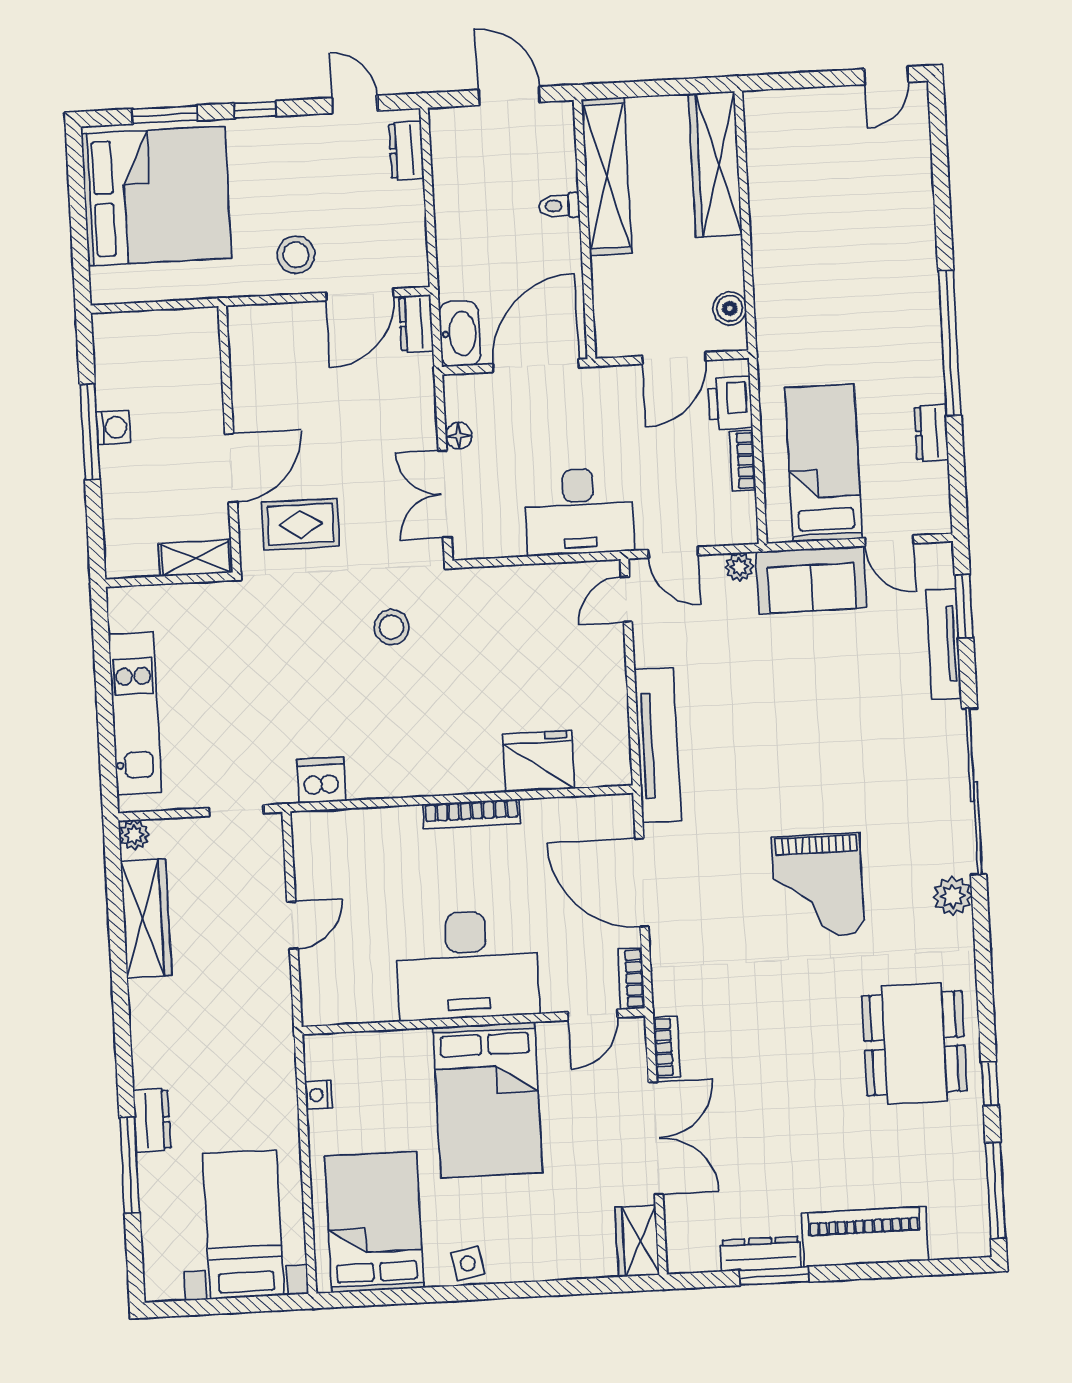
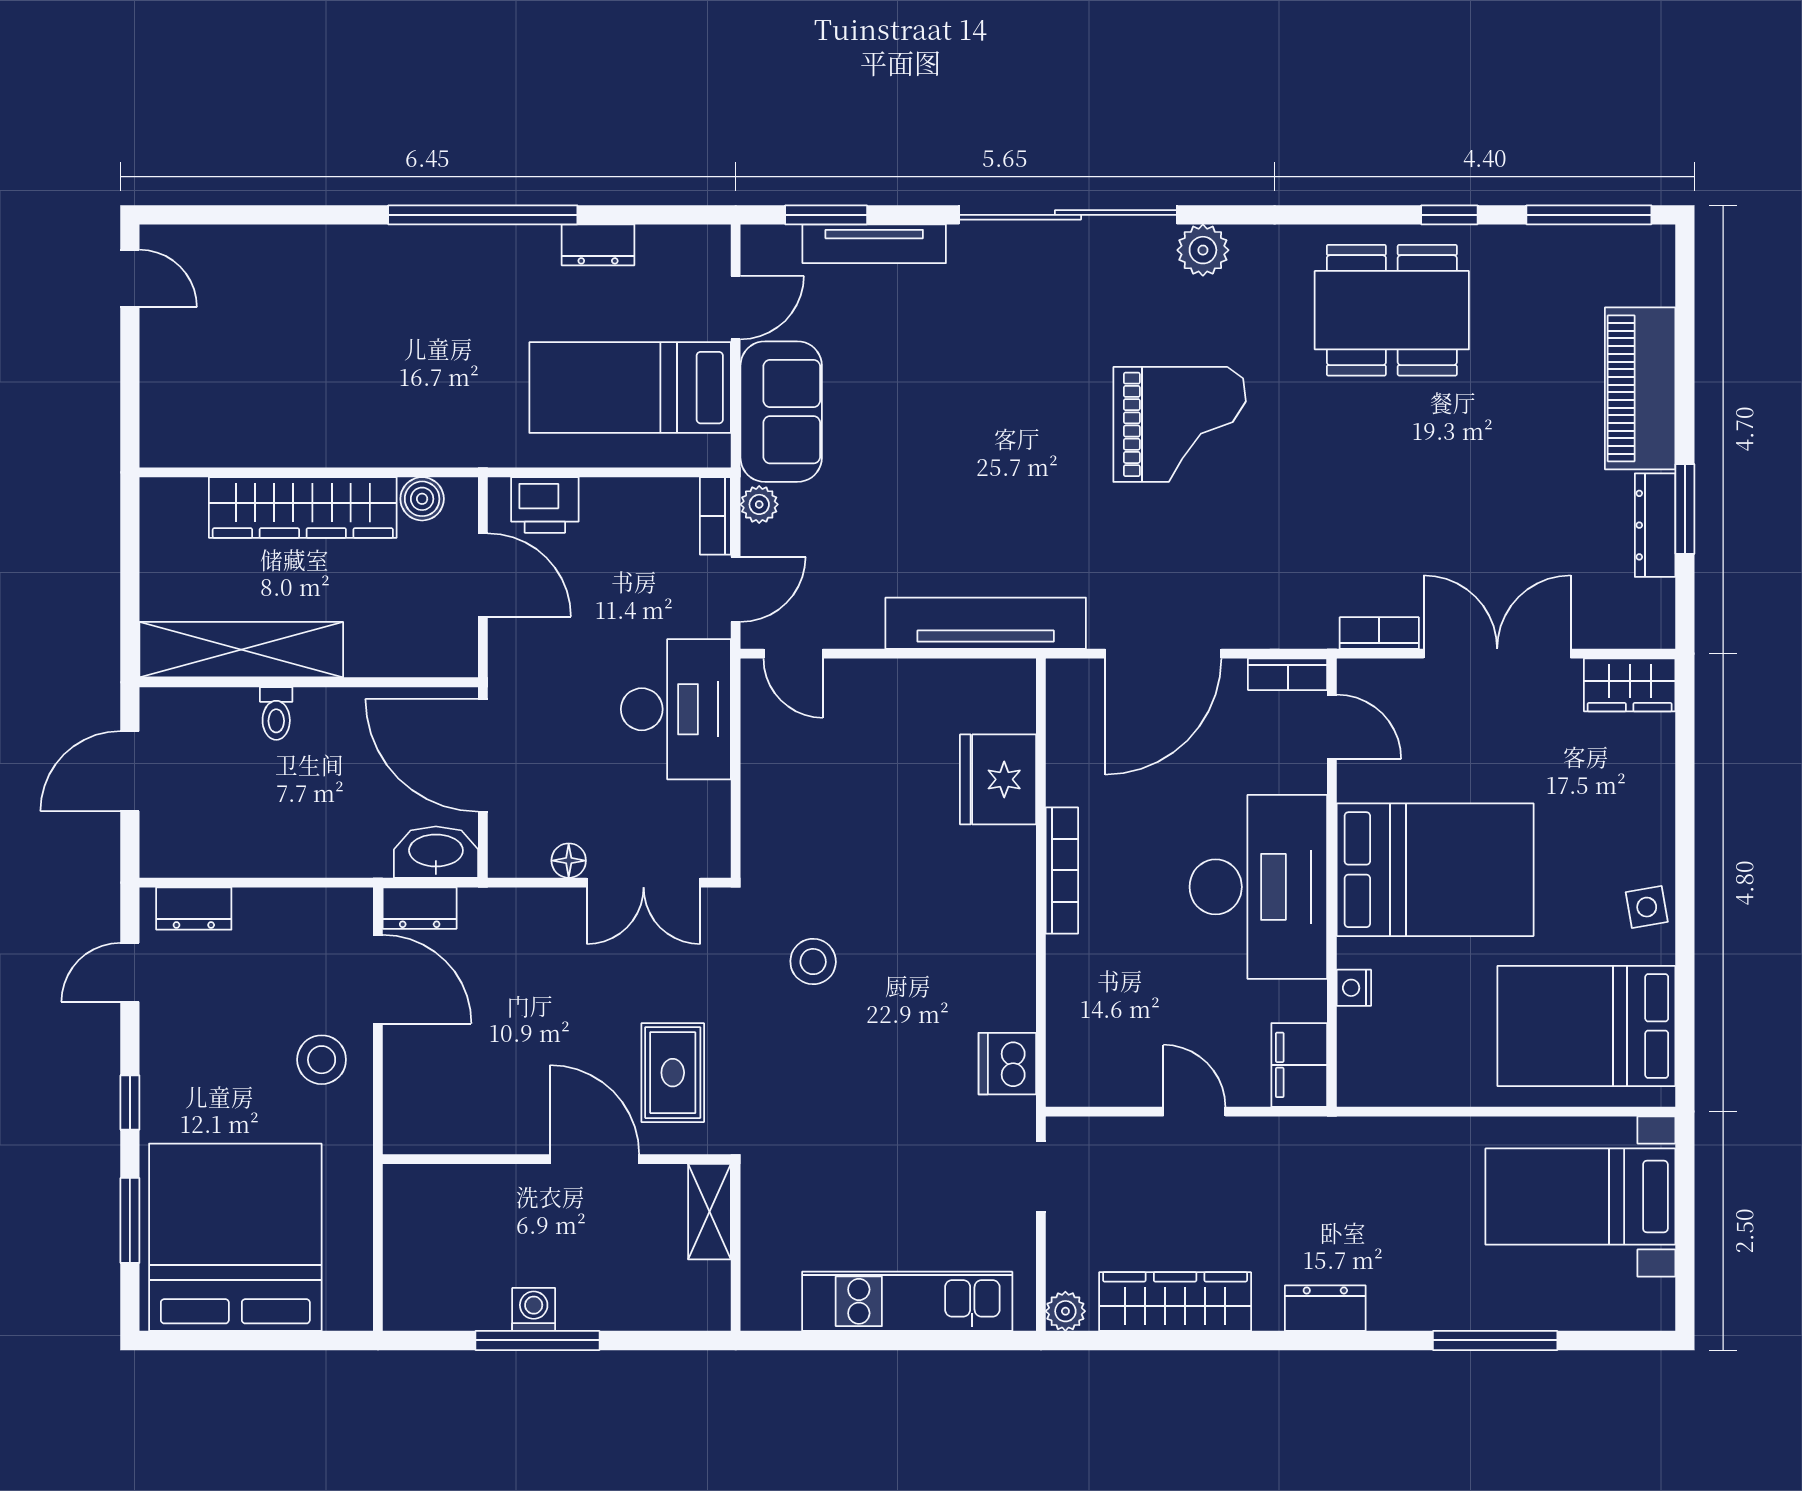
wardrobe: (715, 164) -> (303, 508), moved
bookcase: (743, 461) -> (715, 516), moved, turned 90
filing cabinet: (332, 1004) -> (1299, 1065), added
nightstand: (318, 1095) -> (1354, 988), moved, turned 90
dresser: (152, 1120) -> (1325, 1308), moved

